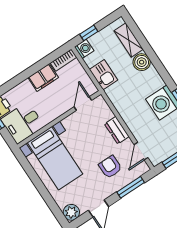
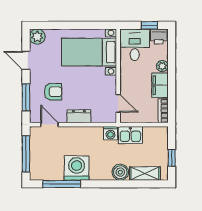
window: (89, 33) -> (172, 158), moved
washing machine: (84, 49) -> (111, 133), moved
plant: (25, 86) -> (162, 66), added

